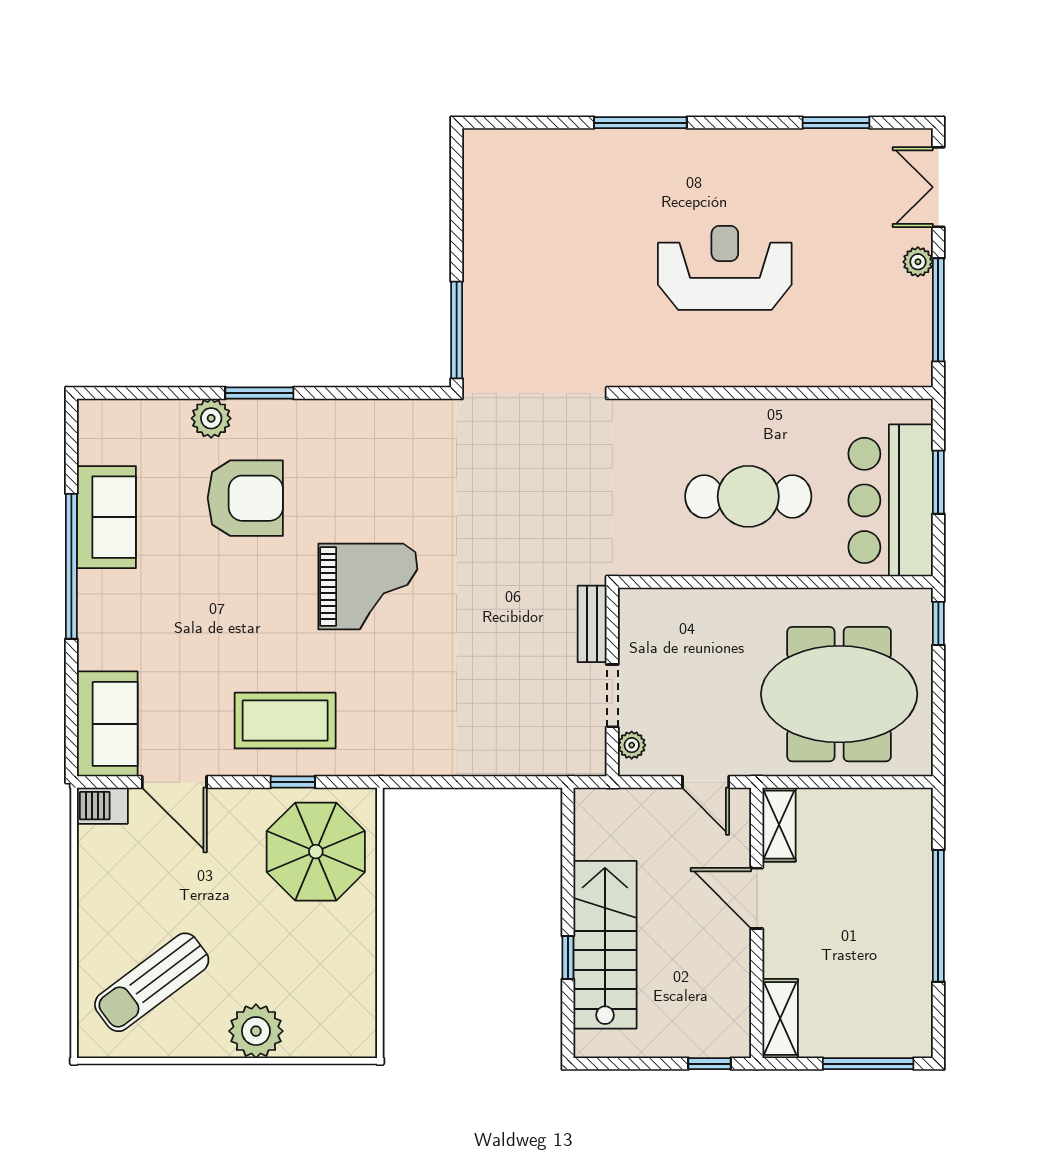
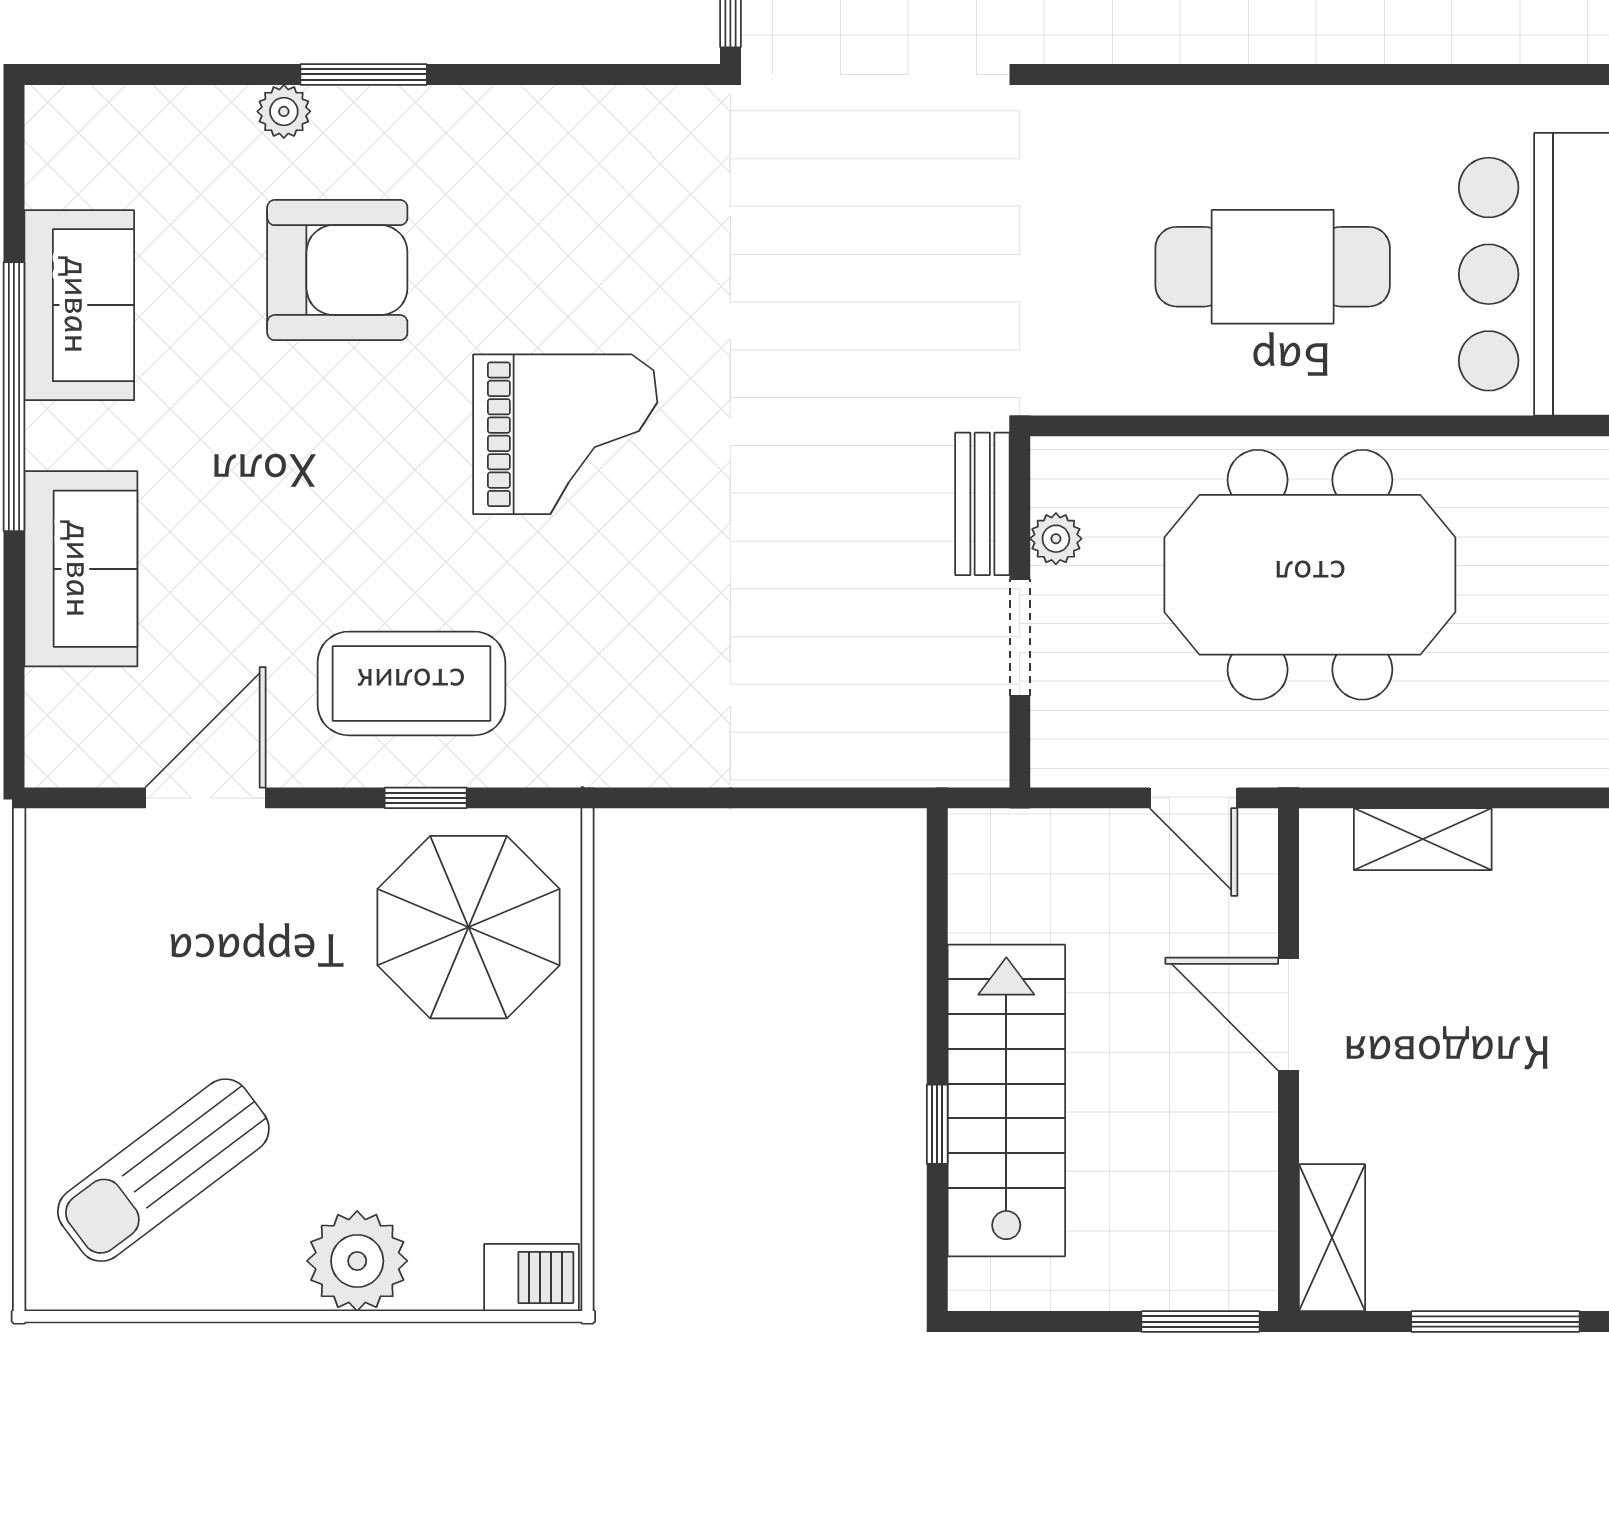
plant: (211, 418) -> (284, 111), width x0.73, depth x0.73
meeting table: (839, 694) -> (1310, 575), moved
sofa: (107, 724) -> (81, 569), moved
plant: (632, 745) -> (1056, 539), moved
door: (174, 782) -> (205, 798), swing flipped
barbecue: (102, 806) -> (532, 1278), moved, turned 180
shelving: (779, 825) -> (1423, 839), moved, turned 90
window: (709, 1064) -> (1200, 1322), width x1.50

